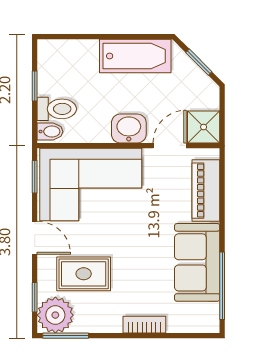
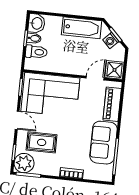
washing machine: (191, 74) -> (111, 40), added
washbasin: (129, 129) -> (37, 23), moved, turned 90
bidet: (50, 132) -> (34, 38), moved

